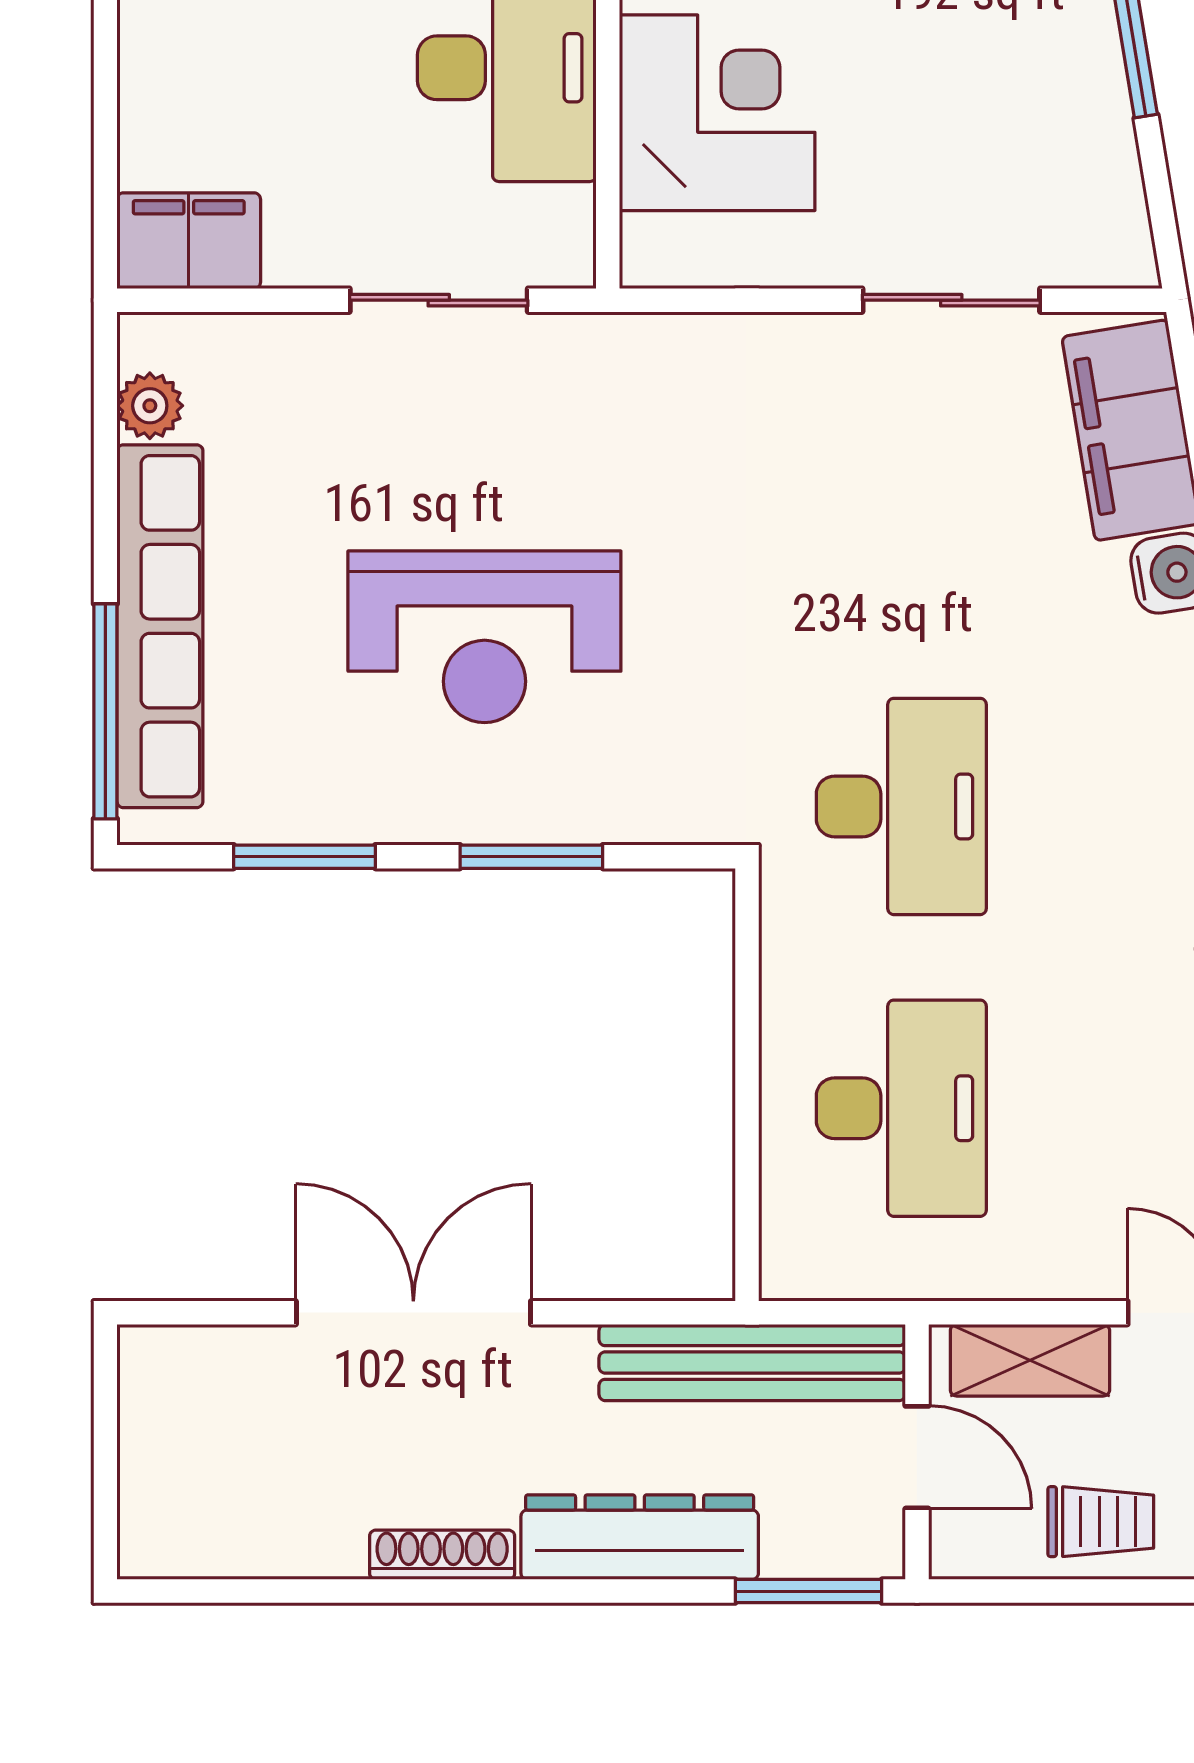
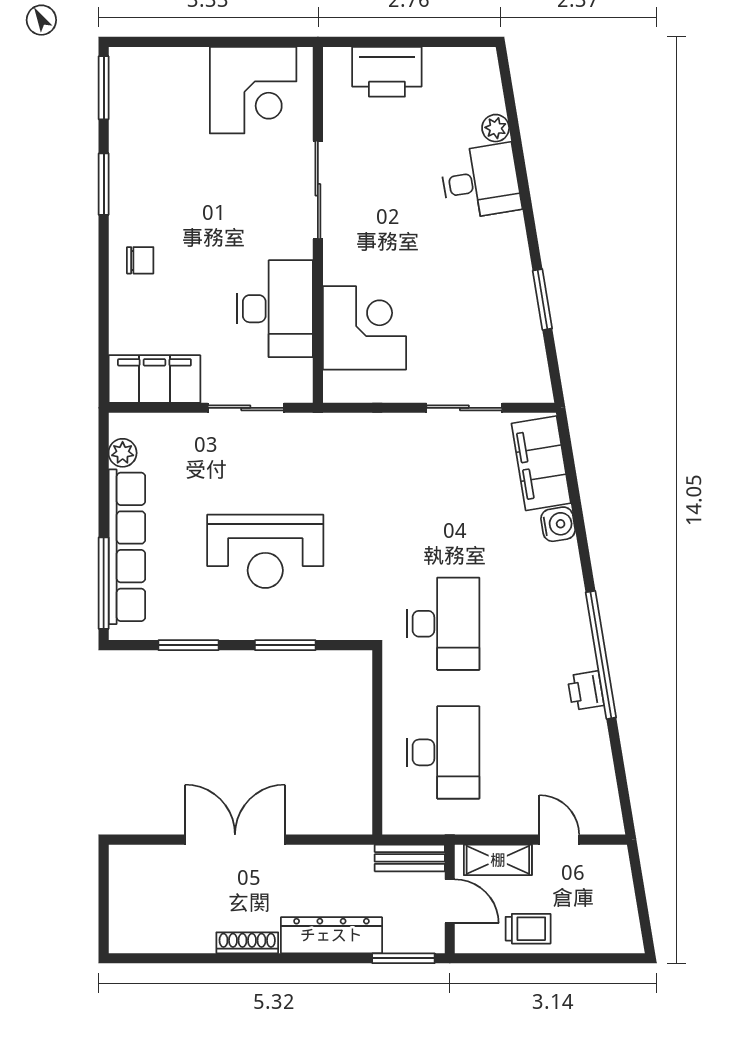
filing cabinet: (189, 241) -> (154, 379), width x1.50, depth x1.17
bench: (752, 1362) -> (410, 858), width x0.54, depth x0.82

